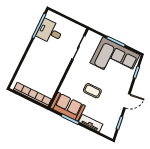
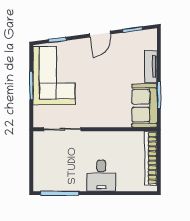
desk: (50, 32) -> (101, 176), moved
coffee table: (92, 91) -> (109, 84), removed
door: (127, 101) -> (100, 34), swing flipped

